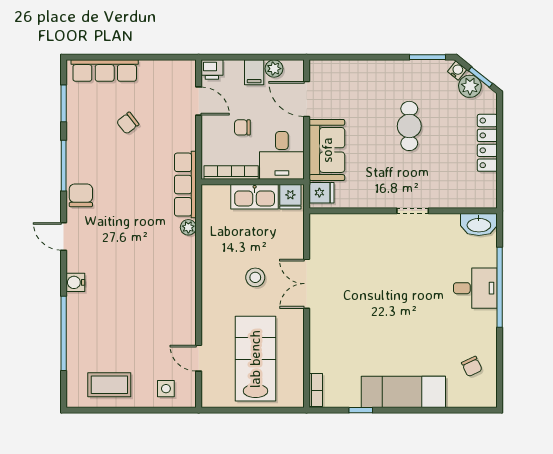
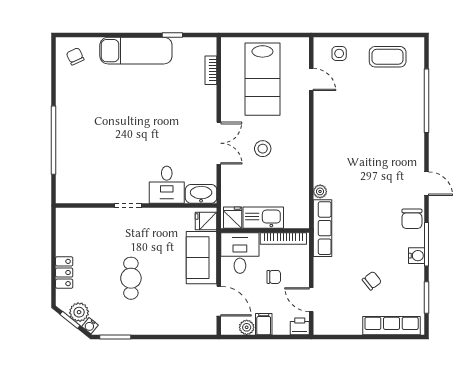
locker: (487, 143) -> (64, 273), width x0.66
washbasin: (479, 224) -> (201, 194), moved
water cooler: (75, 282) -> (417, 256), moved
desk: (475, 288) -> (167, 185), moved, turned -90
chair: (472, 366) -> (75, 56), moved
bookcase: (316, 390) -> (211, 70), moved

